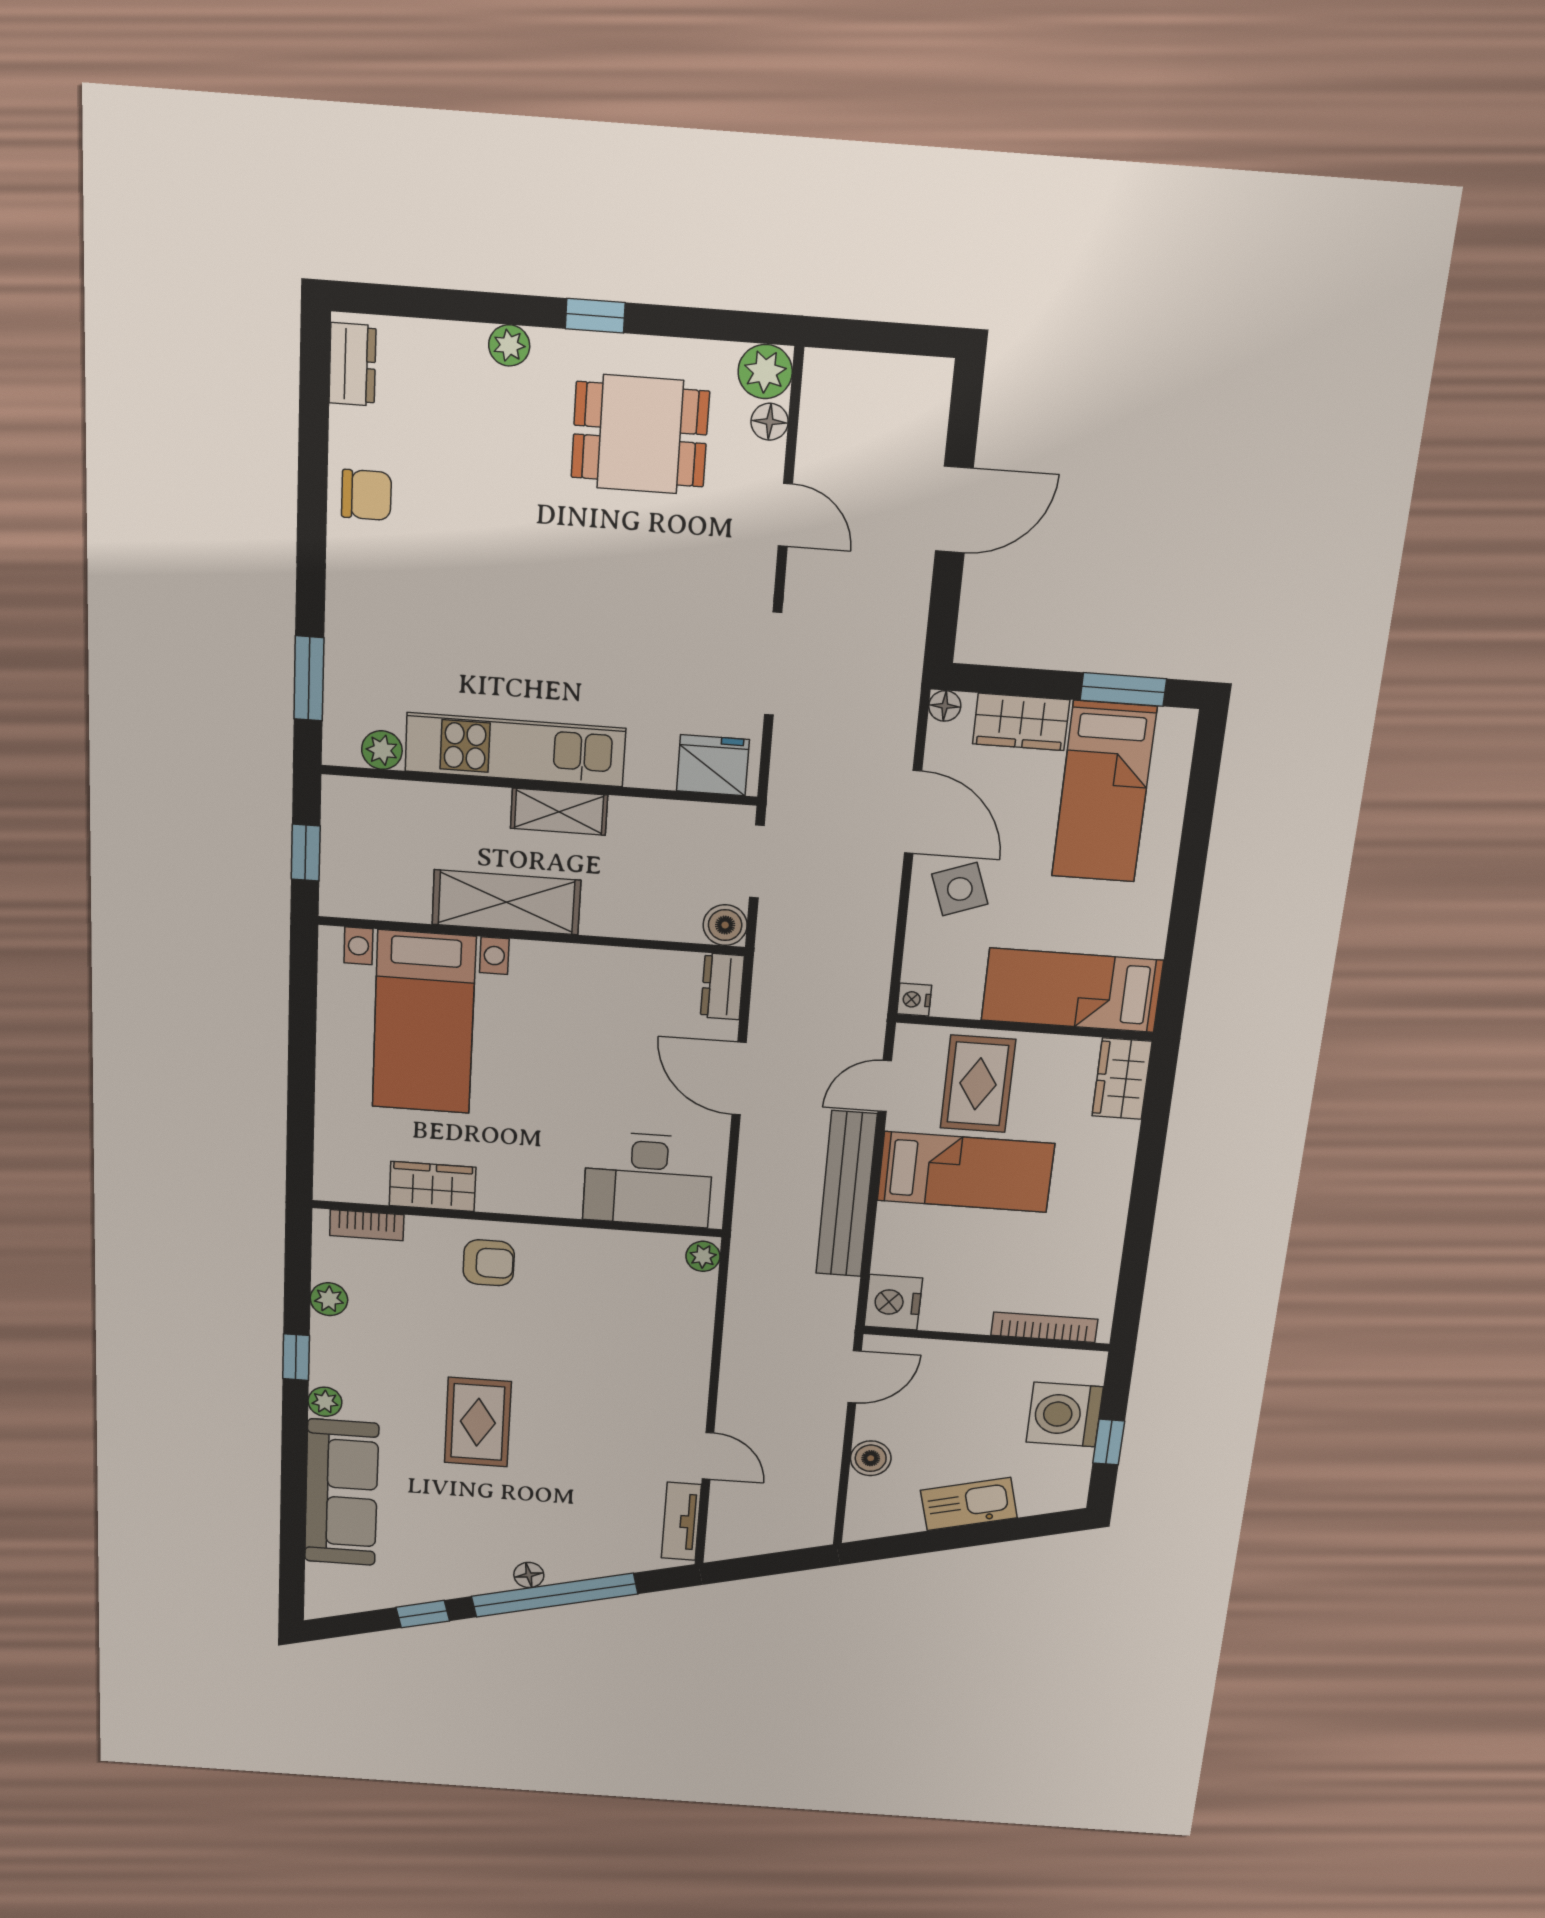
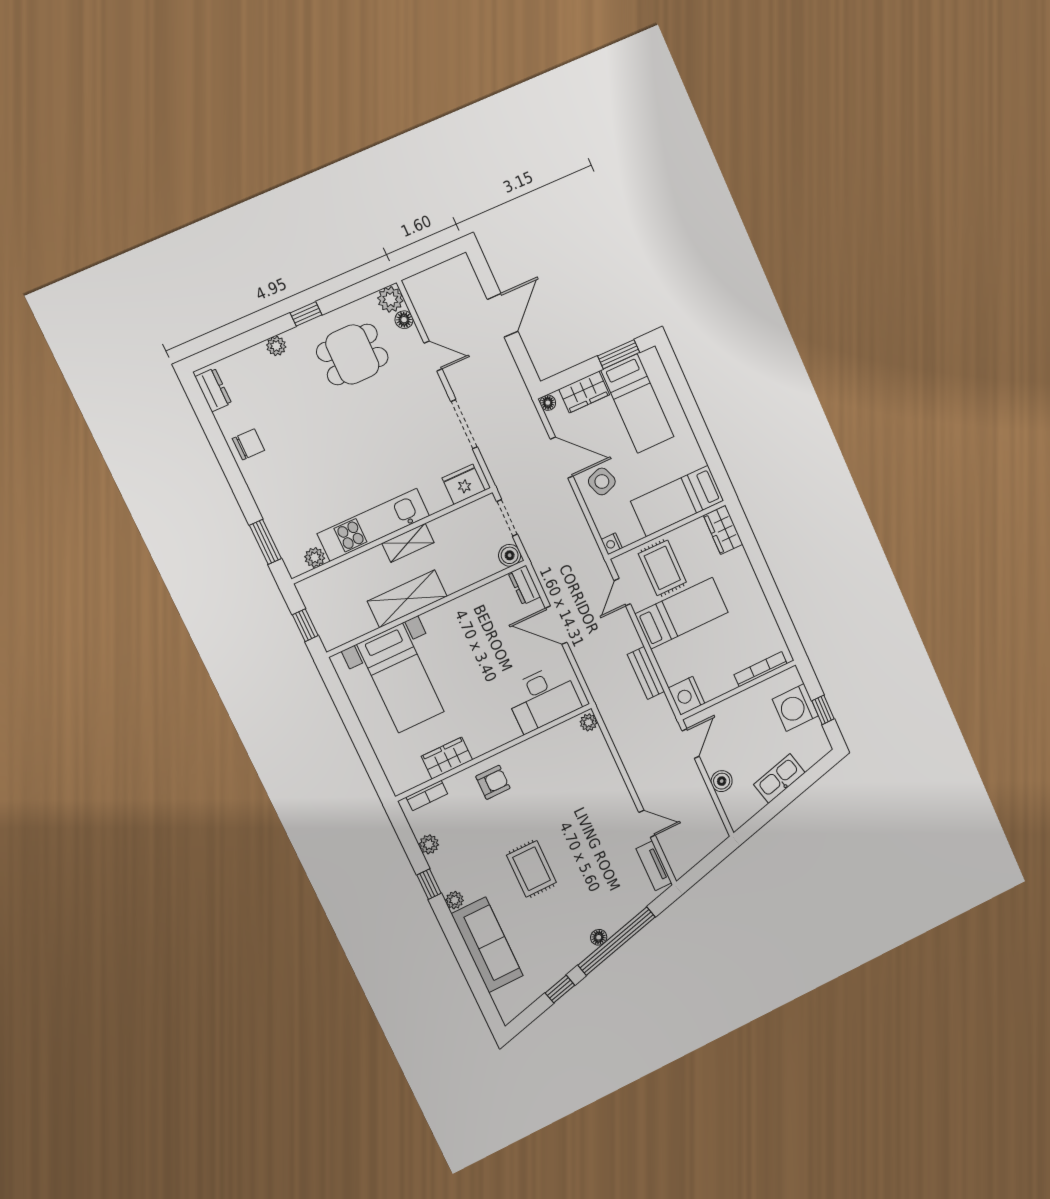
bench: (846, 1194) -> (646, 673), width x0.54, depth x0.82

